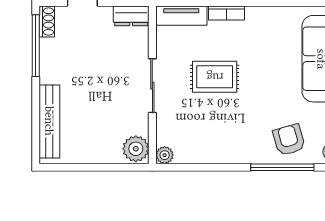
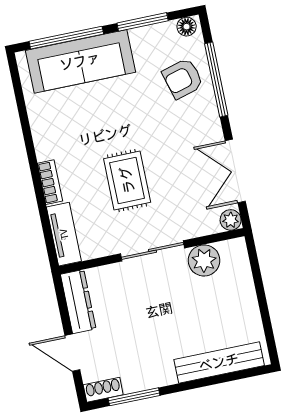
dresser: (131, 16) -> (78, 302), width x1.44
window: (36, 46) -> (134, 397), width x0.69
plant: (136, 149) -> (204, 260), moved
double door: (204, 167) -> (235, 171), added

